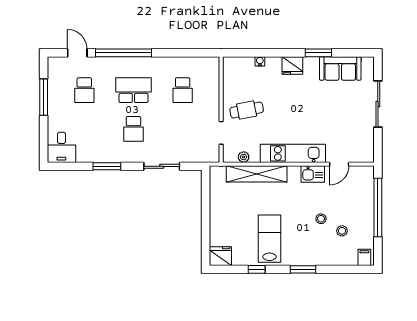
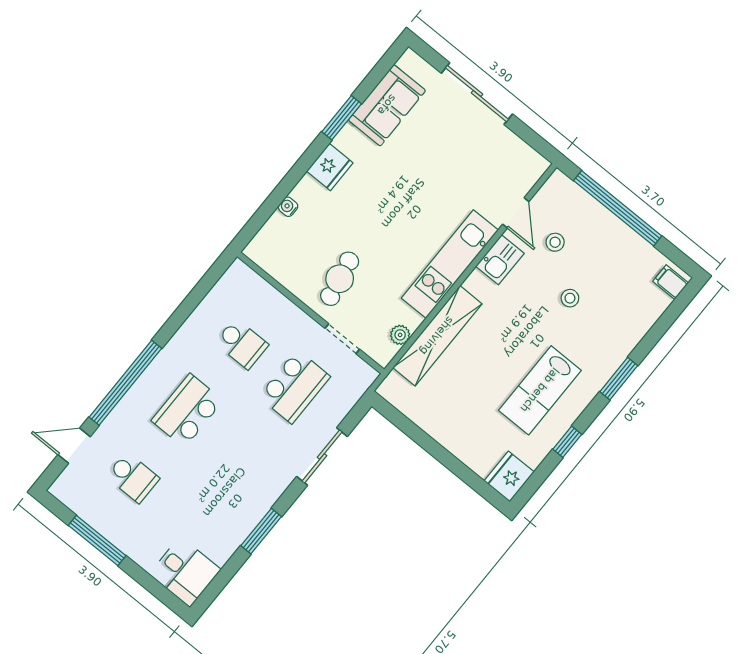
school desk: (133, 129) -> (294, 387), moved, width x1.85
stool: (342, 231) -> (555, 242), moved
lab bench: (269, 239) -> (540, 390), turned -90

